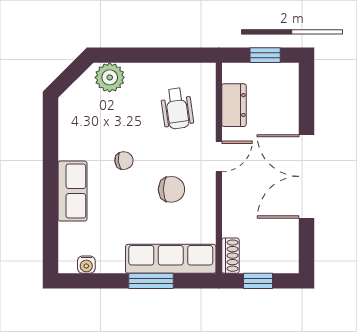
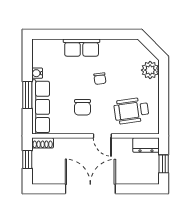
dresser: (234, 105) -> (146, 145), moved
wheelchair: (177, 109) -> (131, 111), width x1.36, depth x1.37
water cooler: (86, 265) -> (37, 73), moved

